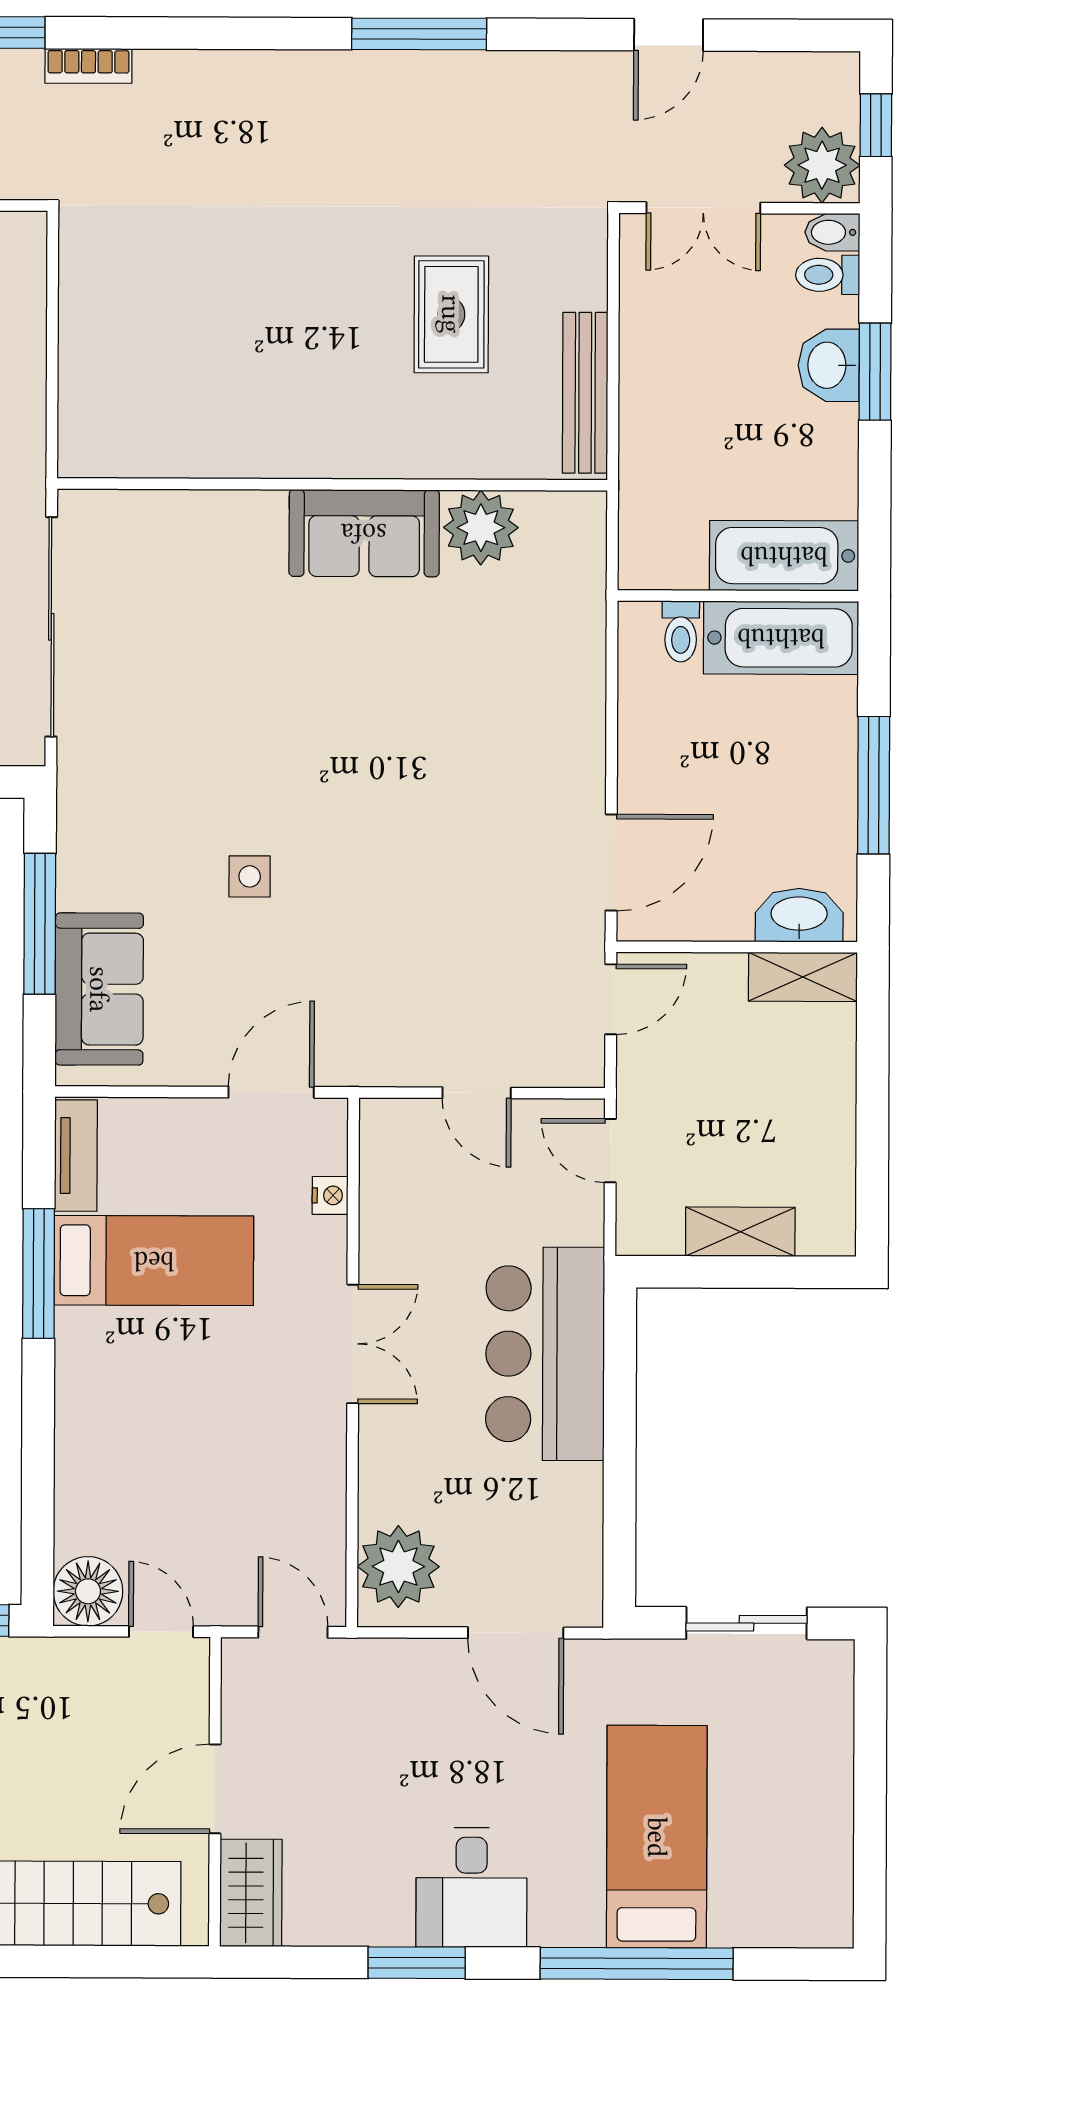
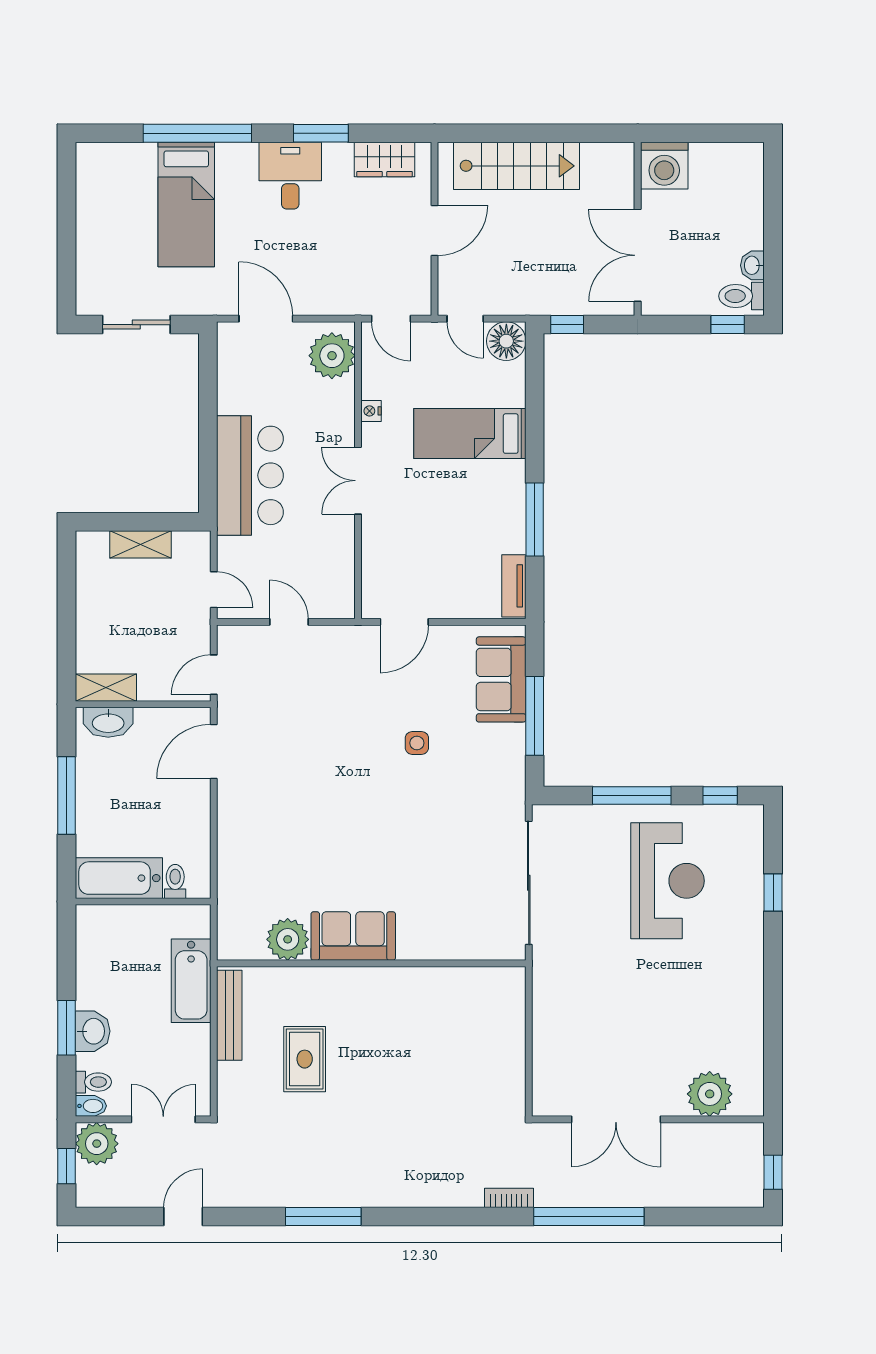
bathtub: (784, 556) -> (191, 981), moved, turned 90
nightstand: (330, 1195) -> (371, 411), moved
bed: (154, 1261) -> (470, 434), moved
wardrobe: (251, 1893) -> (385, 159), moved, turned -90

